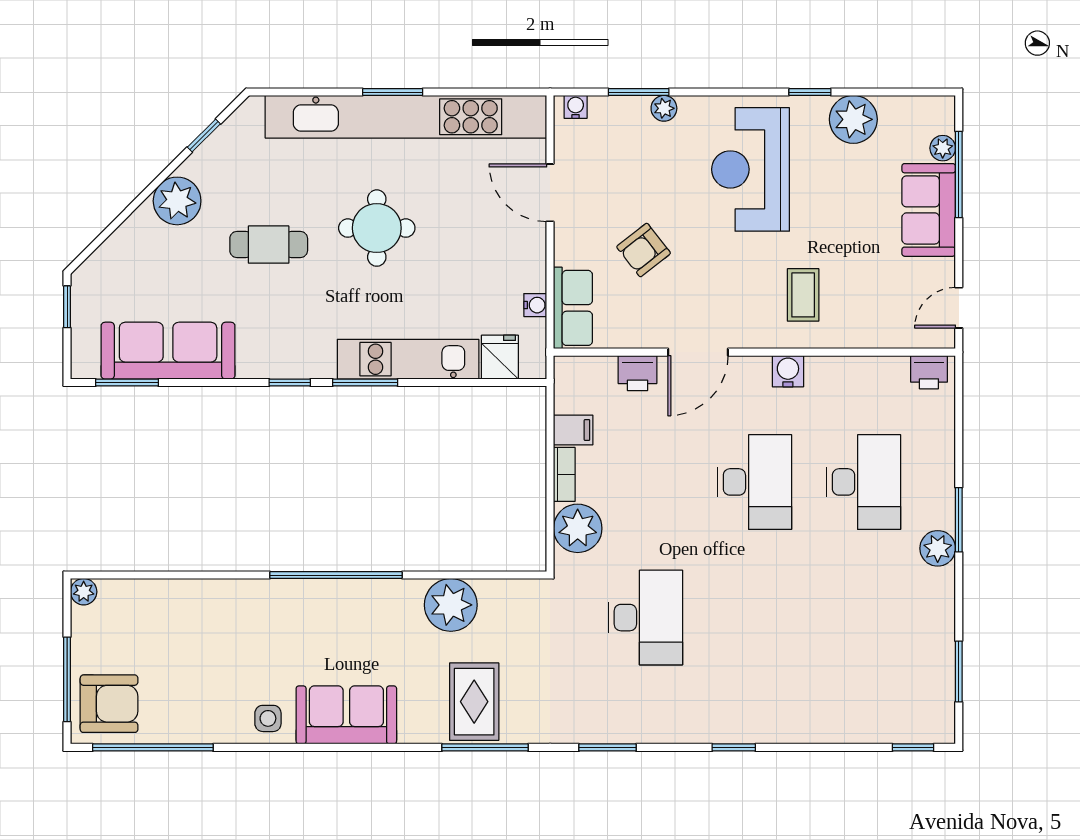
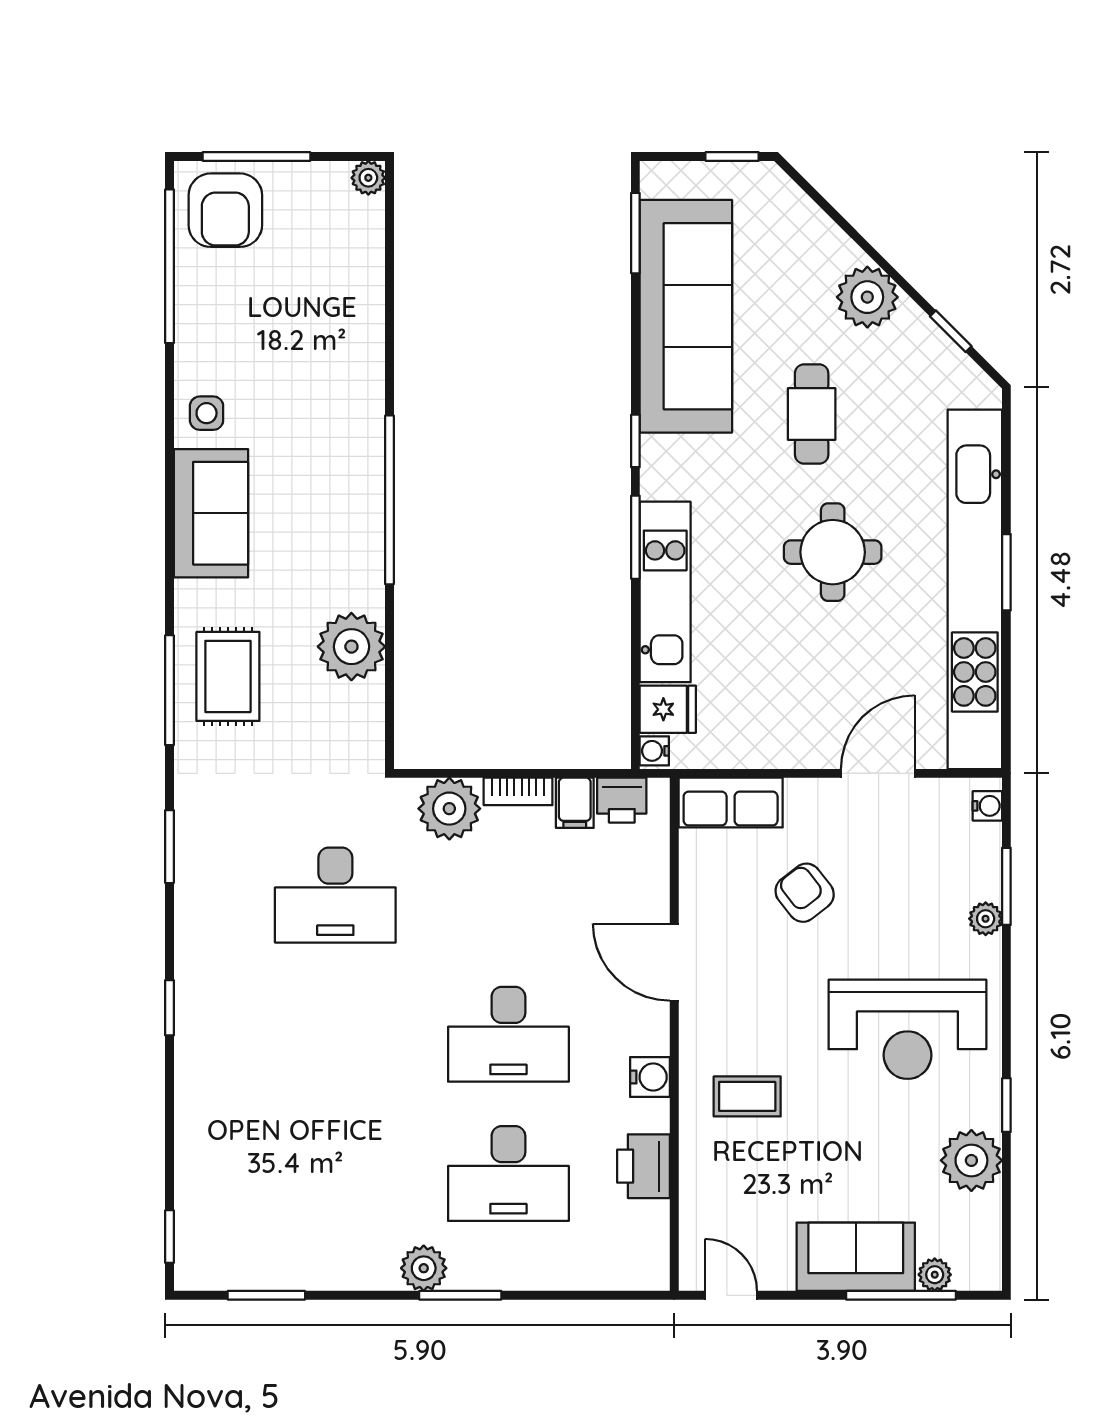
reception desk: (751, 169) -> (907, 1029), turned 180
water cooler: (535, 305) -> (654, 751), moved, turned 90
sofa: (168, 351) -> (686, 316), width x1.36, depth x1.27
printer: (929, 372) -> (644, 1166), moved, width x1.36, depth x1.24
printer: (638, 373) -> (622, 800), moved, turned -90
rug: (474, 702) -> (228, 676), turned 90

